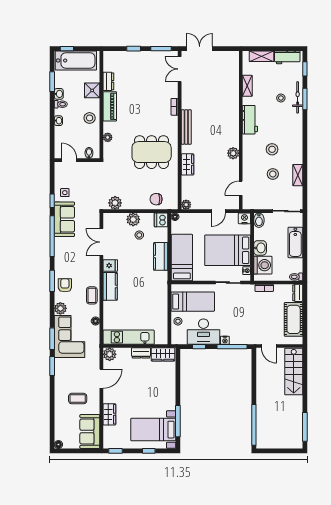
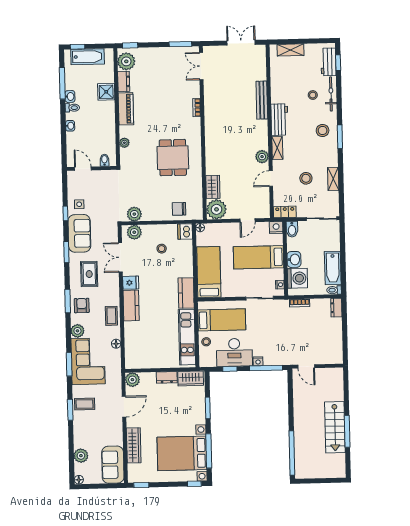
window: (134, 49) -> (130, 45), moved
double door: (200, 49) -> (241, 43), moved
workbench: (287, 57) -> (328, 62), moved, turned 90
bathtub: (76, 60) -> (88, 57), width x0.73, depth x0.73
plant: (111, 63) -> (126, 61), added
window: (52, 82) -> (62, 83), width x1.44
shelving: (247, 86) -> (277, 148), moved
window: (305, 99) -> (340, 137), moved
stool: (90, 118) -> (104, 122), removed
bench: (186, 127) -> (262, 100), moved
stool: (272, 149) -> (323, 130), moved
dining table: (152, 152) -> (173, 158), width x0.73
wardrobe: (187, 164) -> (213, 187), moved
door: (241, 188) -> (271, 179), moved
locker: (253, 204) -> (285, 212), added
plant: (186, 205) -> (217, 209), width x1.87, depth x1.87
plant: (133, 219) -> (134, 232), moved
window: (52, 236) -> (66, 252), width x0.47
bathtub: (295, 242) -> (333, 268), moved
bed: (228, 250) -> (258, 257), width x0.67
kitchen counter: (161, 256) -> (186, 293), moved
rug: (72, 257) -> (89, 274), added
cot: (294, 319) -> (332, 337), removed
kitchen unit: (129, 337) -> (187, 337), moved, turned -90
window: (52, 366) -> (70, 410), moved
stairs: (294, 371) -> (335, 427), moved
window: (178, 382) -> (208, 408), added
coffee table: (78, 399) -> (85, 404), moved
wardrobe: (109, 414) -> (134, 445), width x1.50
plant: (61, 423) -> (81, 456), added
window: (305, 427) -> (347, 431), moved
bed with nightstands: (153, 430) -> (182, 453), width x1.36
window: (149, 451) -> (194, 484), moved

